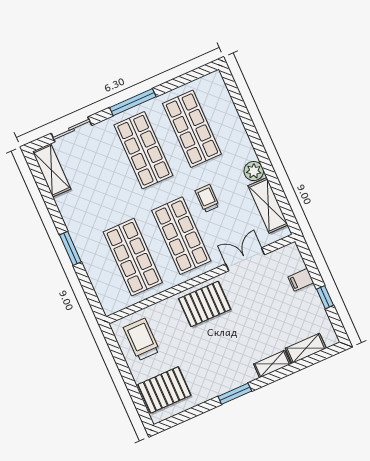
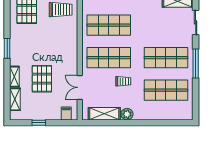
double door: (245, 259) -> (80, 87), swing flipped
filing cabinet: (301, 280) -> (66, 114), moved
pallet: (205, 304) -> (42, 79), moved

